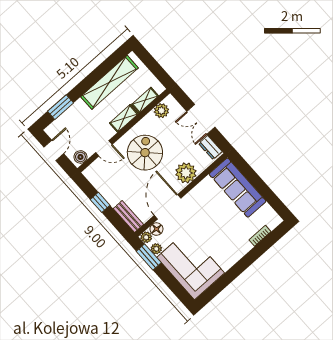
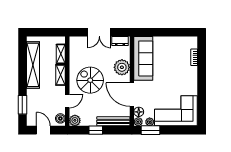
plant: (161, 111) -> (75, 120), moved
sofa: (238, 188) -> (143, 58), moved, turned -90
bench: (128, 216) -> (113, 121), width x1.36

